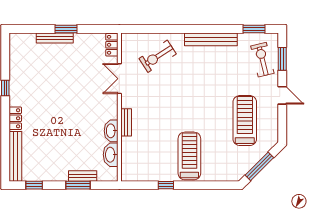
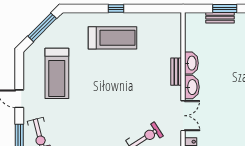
washbasin: (111, 155) -> (192, 87), moved
treadmill: (189, 156) -> (113, 38), turned -90
window: (166, 185) -> (116, 8), moved

